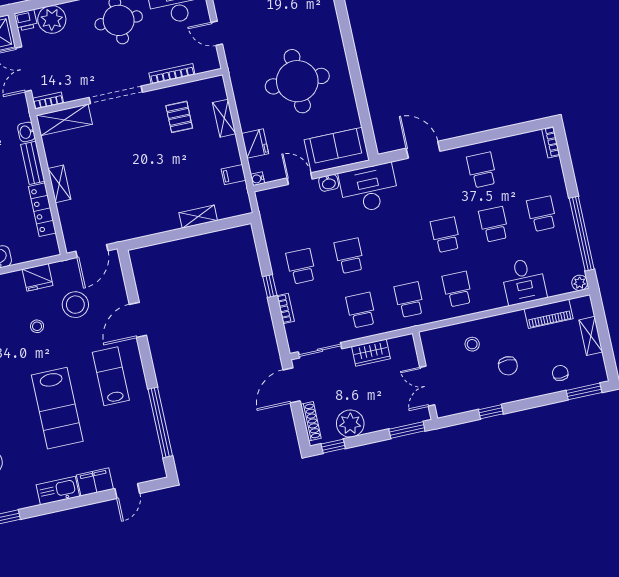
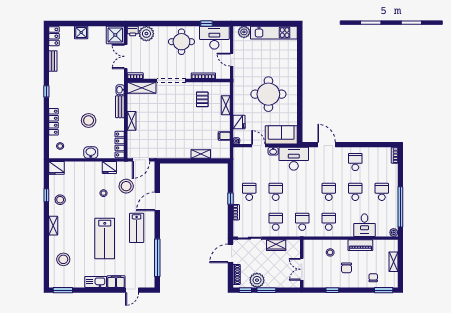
locker: (42, 210) -> (120, 144), moved
piano: (549, 314) -> (360, 245), moved
lab bench: (111, 376) -> (137, 228), turned 180
window: (407, 430) -> (266, 290), moved

